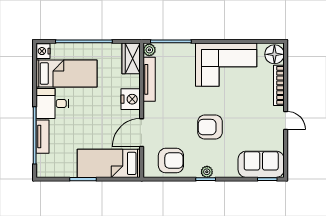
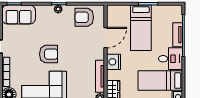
armchair: (210, 127) -> (49, 54), moved
bed: (109, 163) -> (141, 28), moved, turned 90

